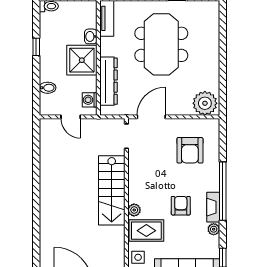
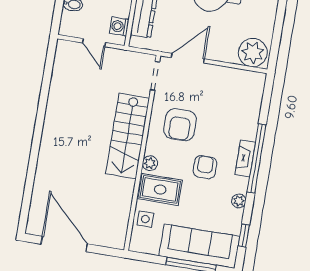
armchair: (190, 150) -> (180, 125), moved
fireplace: (213, 207) -> (245, 158), moved

